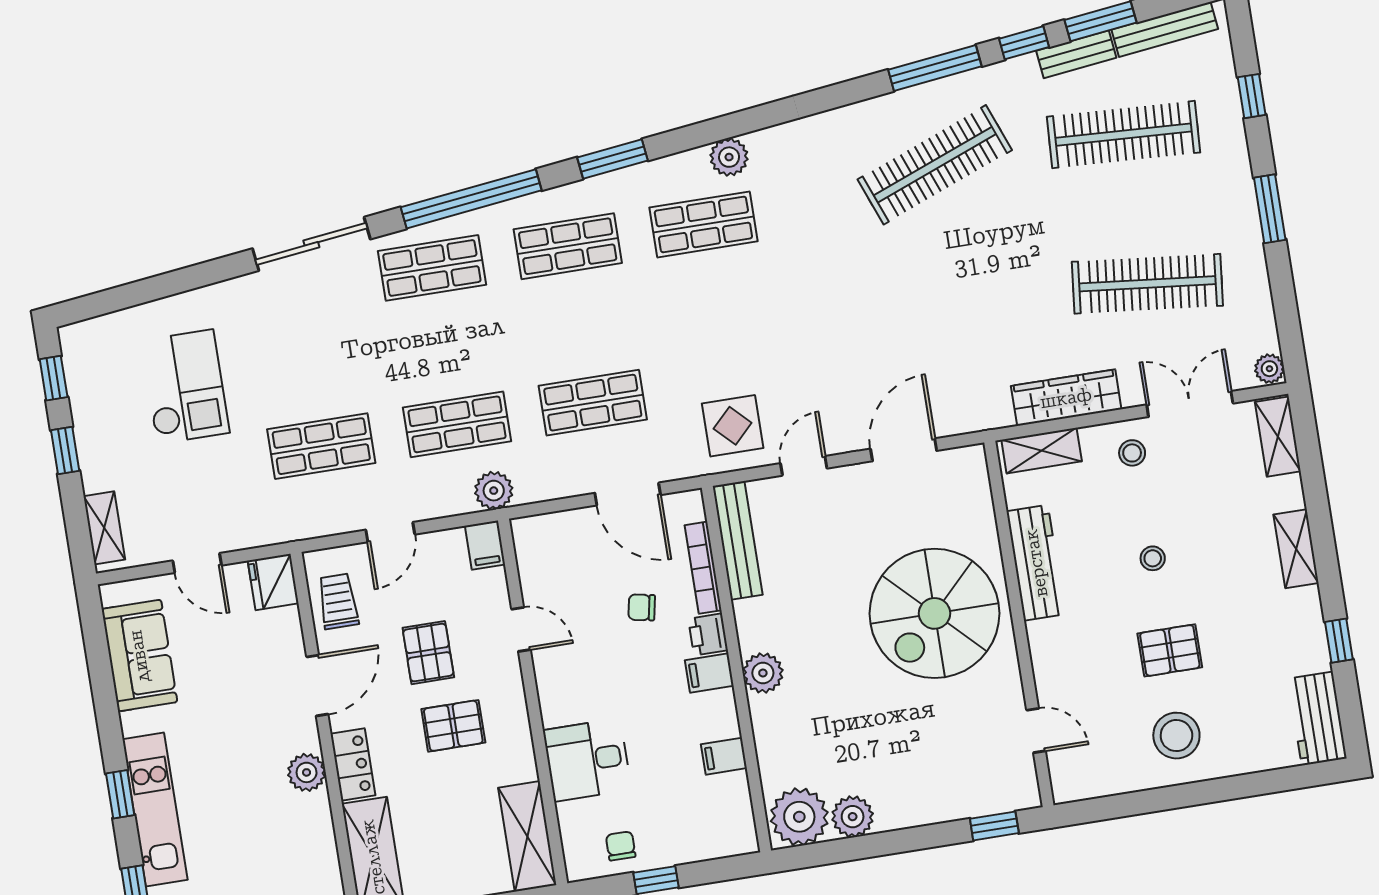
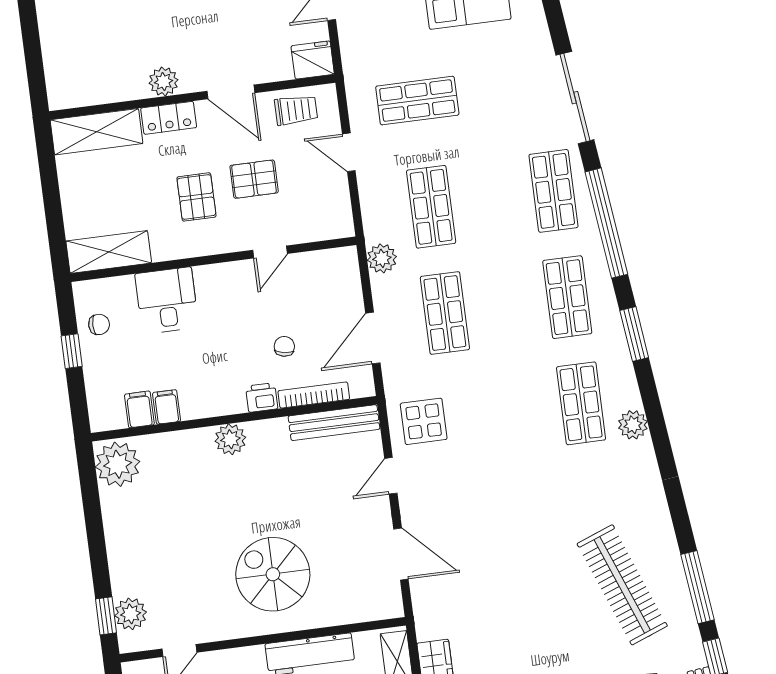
shop shelf: (321, 446) -> (417, 101), turned 90
door: (804, 466) -> (391, 476), swing flipped
plant: (494, 491) -> (382, 258), moved
filing cabinet: (485, 545) -> (336, 226), removed
spiral stairs: (935, 613) -> (273, 574), width x0.73, depth x0.73
filing cabinet: (709, 673) -> (139, 409), moved
plant: (853, 817) -> (131, 614), moved

